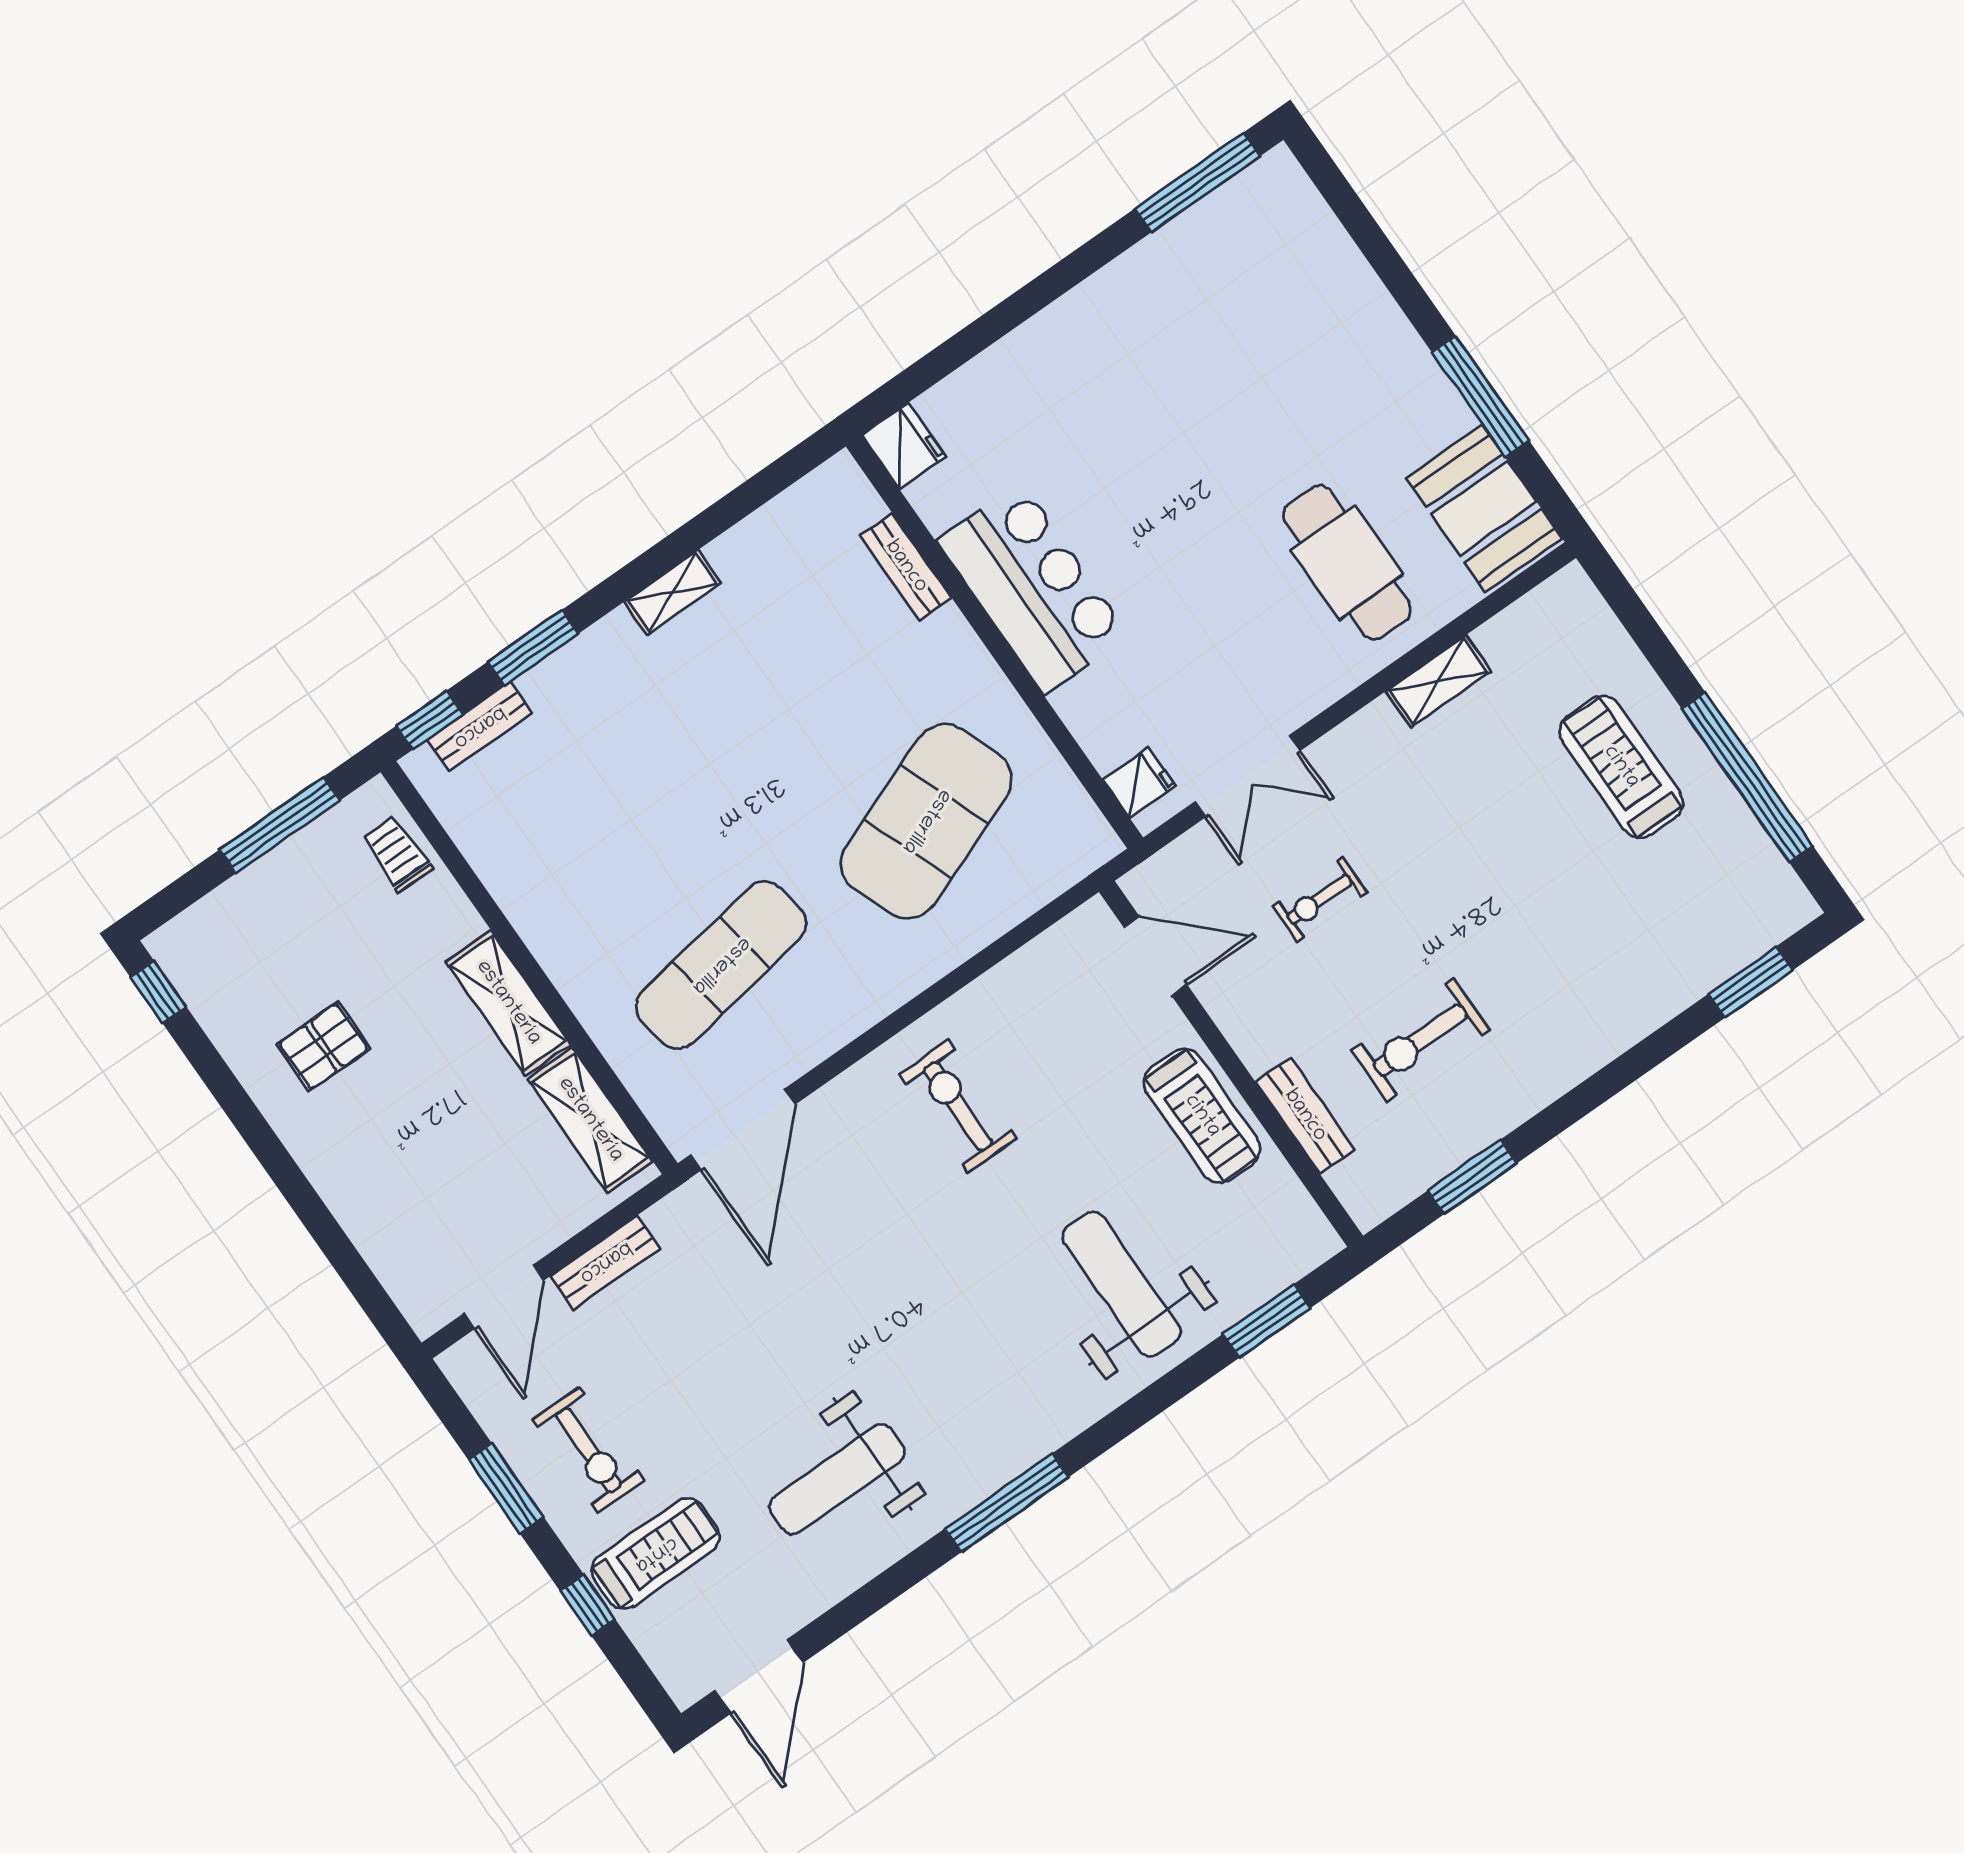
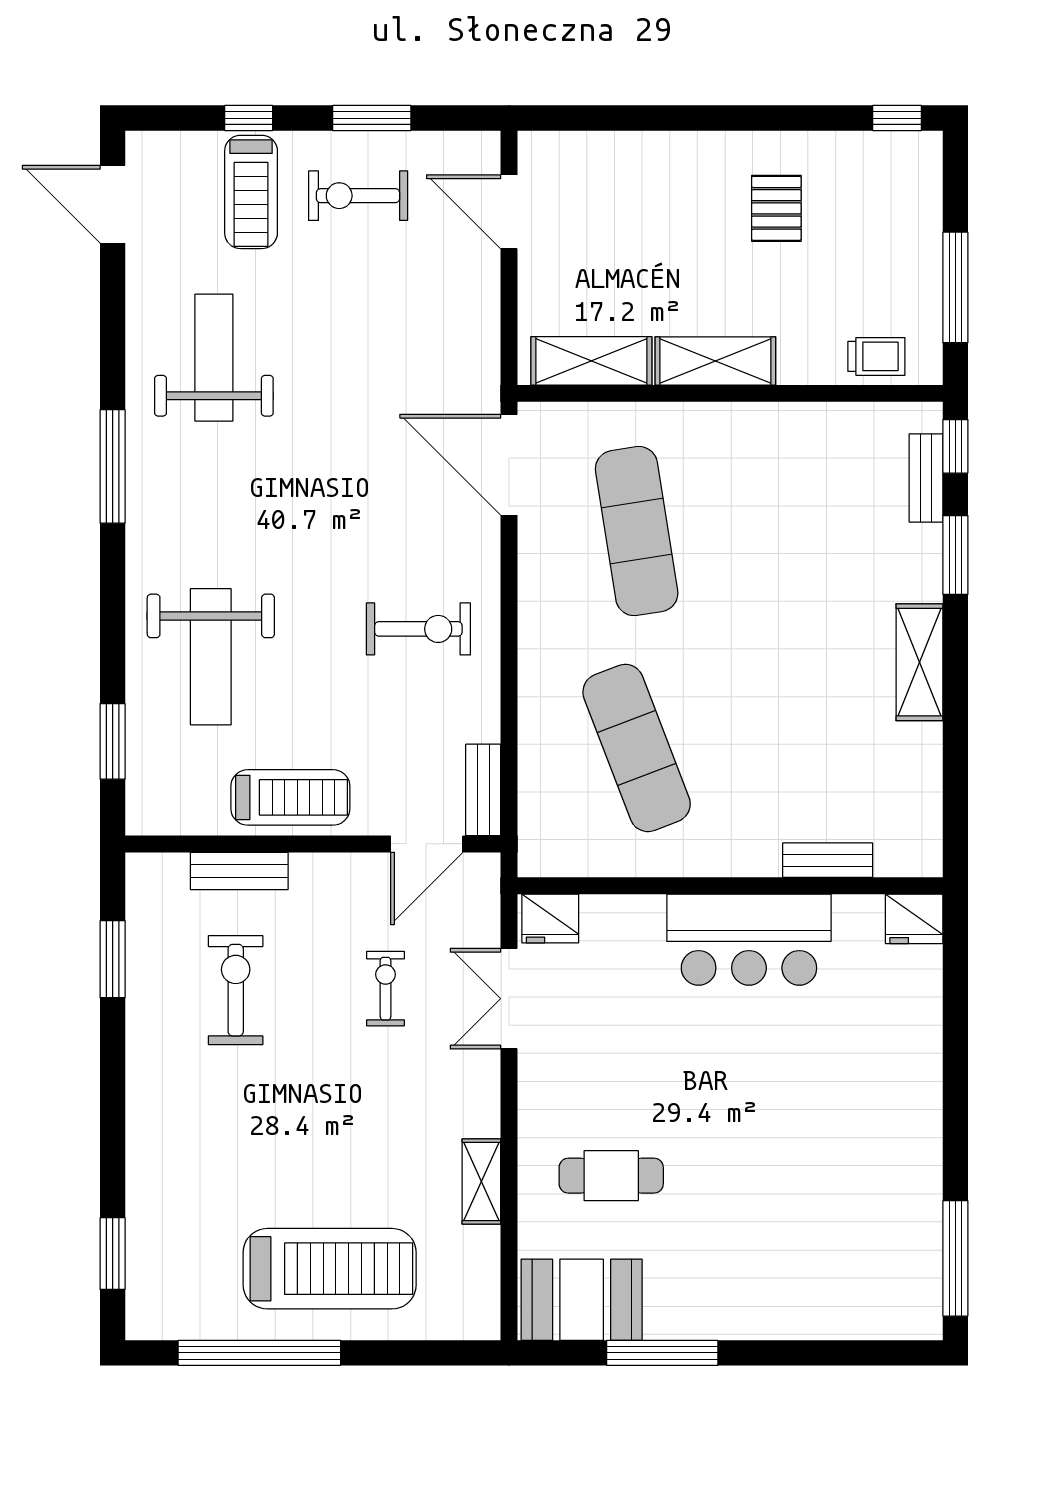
cafe table: (1347, 562) -> (611, 1176), width x0.73, depth x0.74
shelving: (672, 592) -> (919, 662), width x1.50, depth x1.33
treadmill: (1621, 767) -> (330, 1269), width x1.37, depth x1.37
fridge: (1139, 783) -> (550, 918), width x1.38
exercise mat: (926, 821) -> (637, 748), width x0.68
treadmill: (1202, 1116) -> (290, 797), turned 180
bench: (605, 1262) -> (483, 790), moved
weight bench: (1122, 1284) -> (211, 657), turned 90

